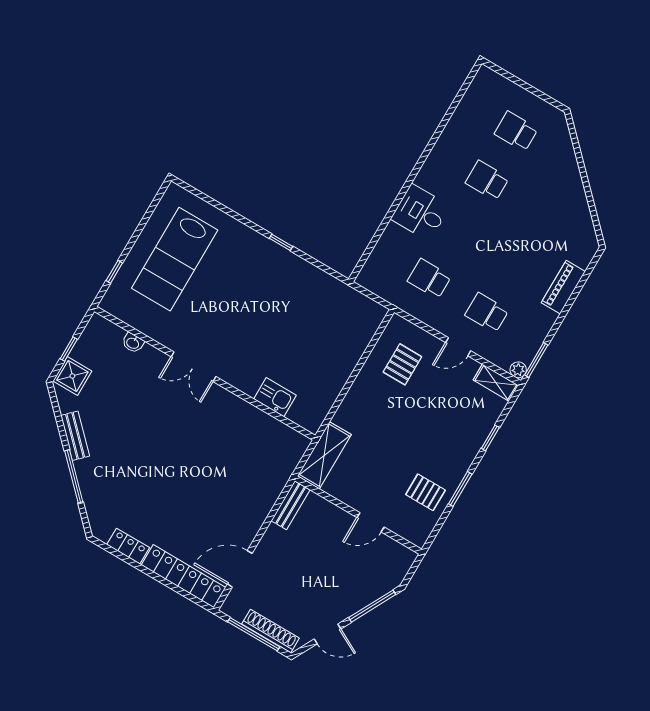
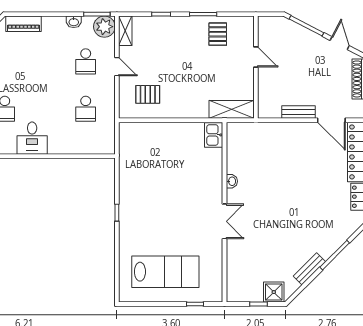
desk: (420, 213) -> (32, 138), moved
piano: (563, 287) -> (24, 24), moved
washbasin: (543, 326) -> (74, 22), added
washbasin: (133, 343) -> (232, 181), moved
plant: (518, 370) -> (104, 27), width x1.88, depth x1.88
kitchen sink: (275, 397) -> (214, 135), moved
bench: (291, 505) -> (298, 112), moved

